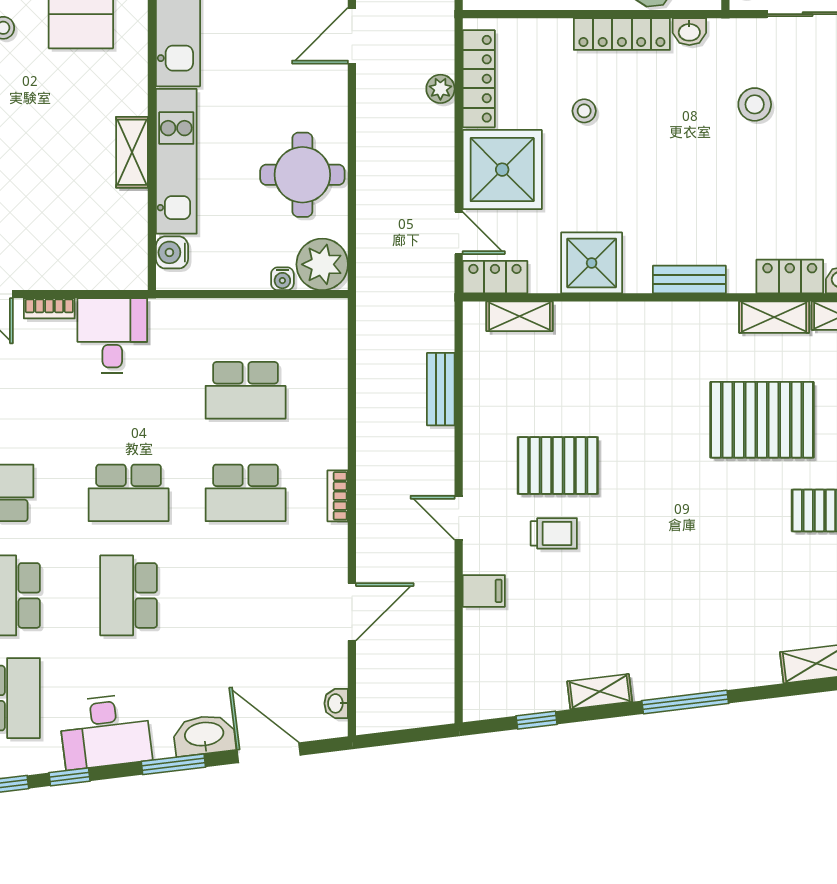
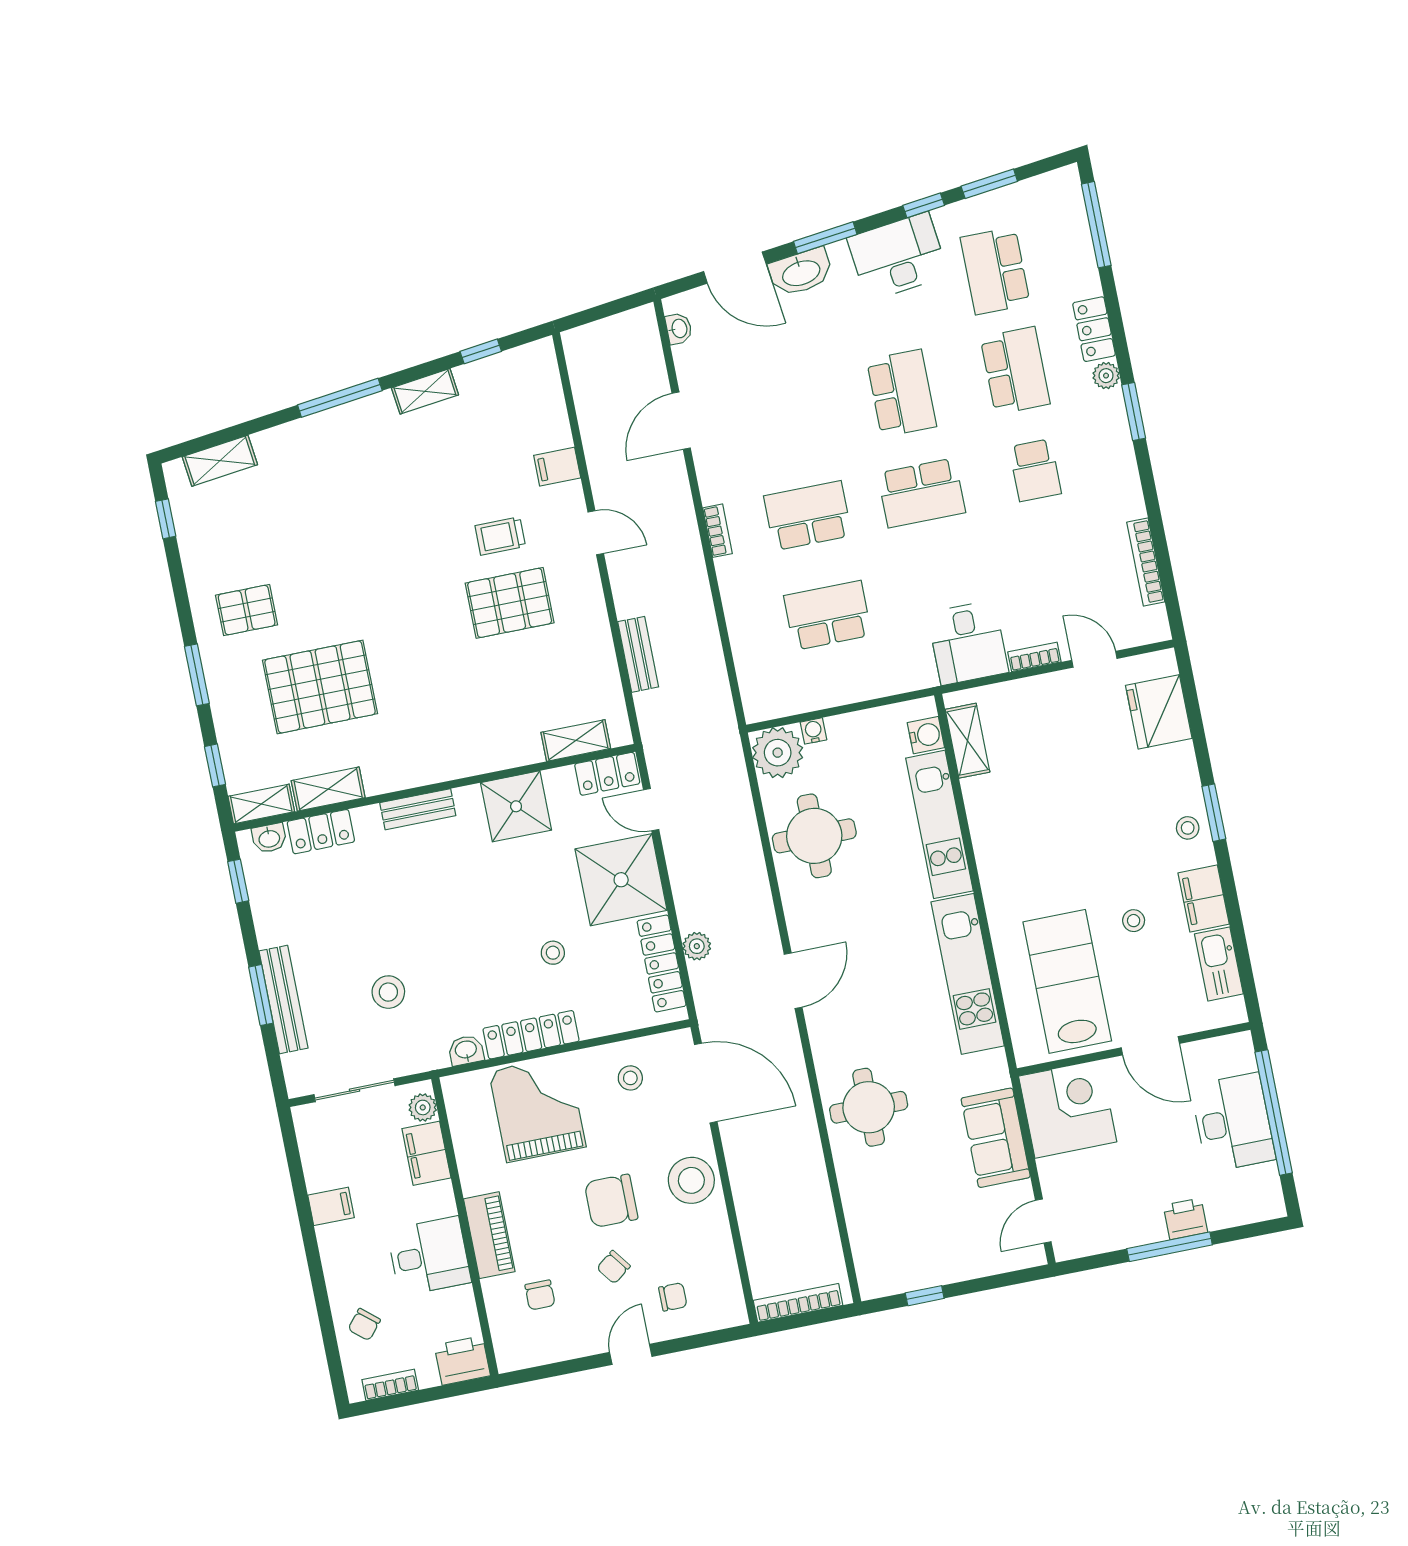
shelving: (132, 152) -> (967, 741), moved
school desk: (129, 493) -> (921, 493), turned 180

